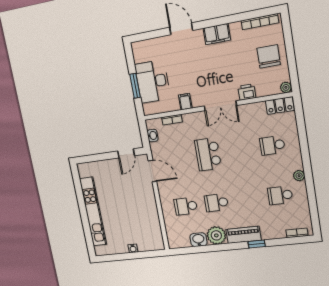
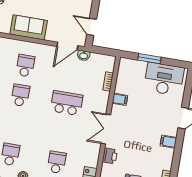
filing cabinet: (217, 34) -> (168, 142), width x0.50
desk: (153, 81) -> (164, 79), moved
washbasin: (153, 136) -> (84, 56), moved
sofa: (149, 214) -> (29, 27), added

